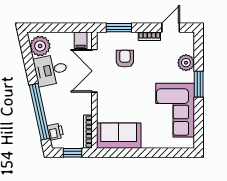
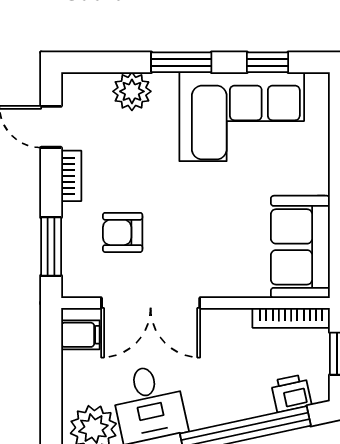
window: (199, 121) -> (268, 62), added

